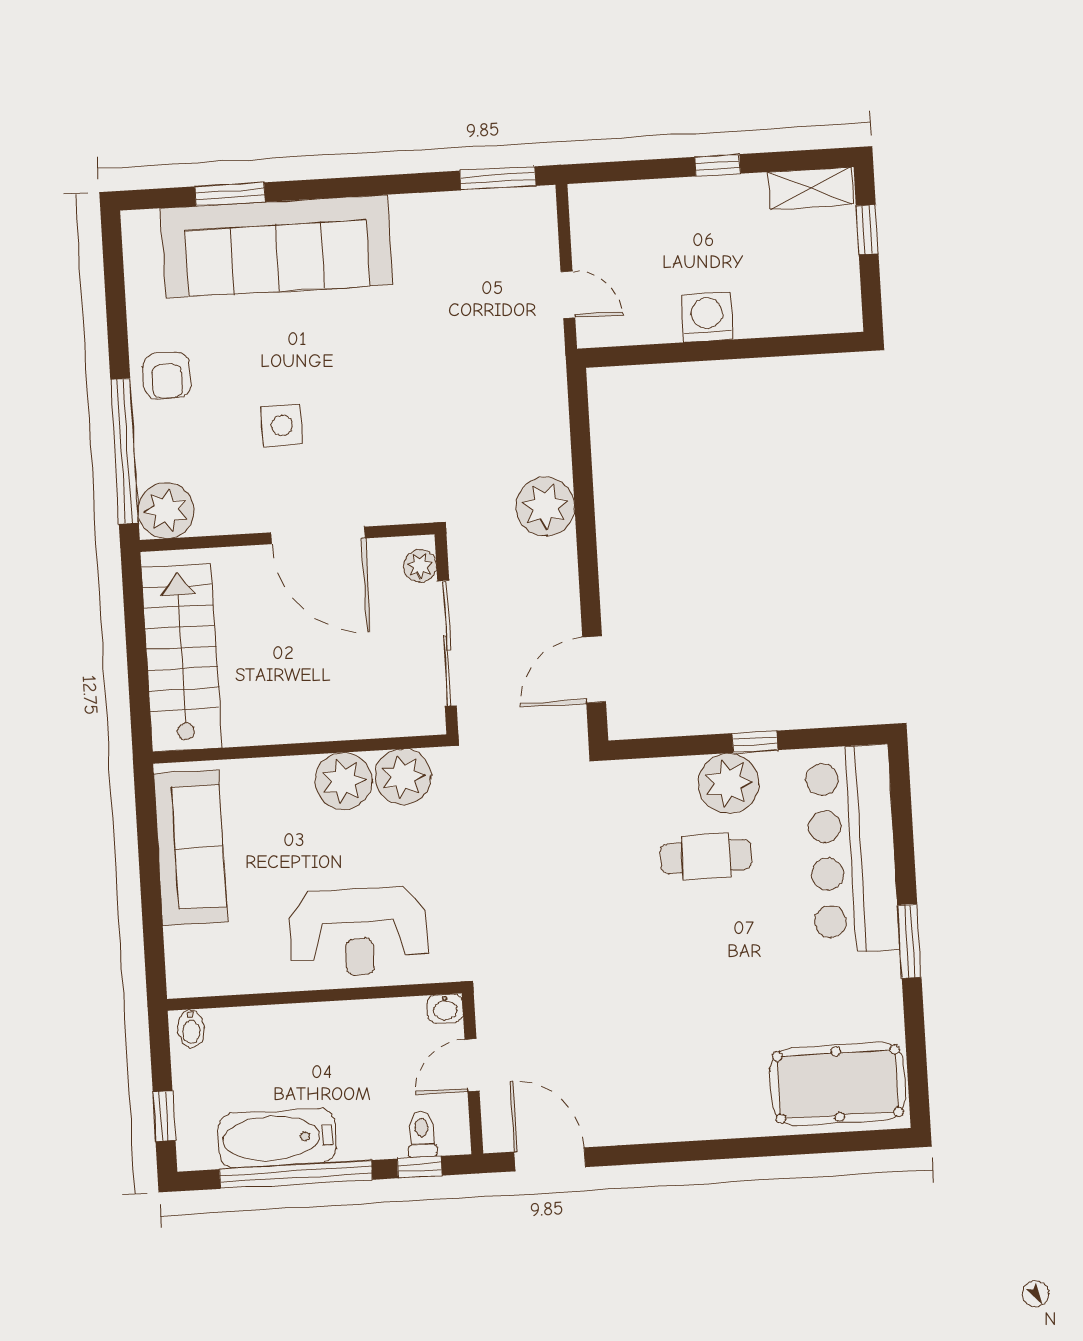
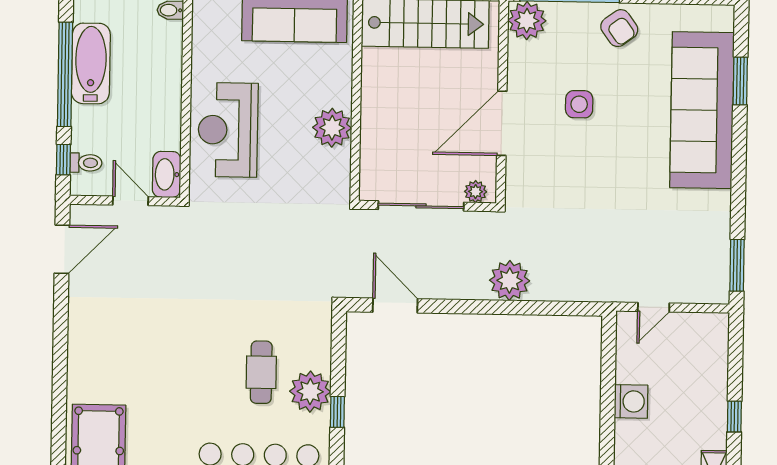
armchair: (167, 376) -> (619, 28), turned -126
plant: (403, 777) -> (332, 169), removed
washbasin: (445, 1009) -> (167, 174), width x1.91, depth x1.45

